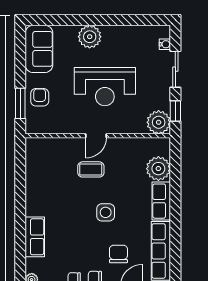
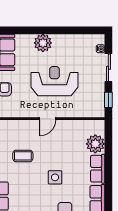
reception desk: (105, 87) -> (54, 81), turned 180
plant: (159, 122) -> (96, 108), removed
coffee table: (91, 169) -> (23, 156), moved

